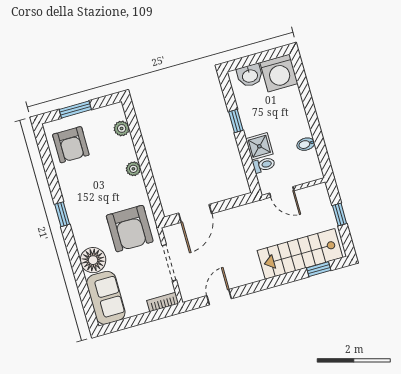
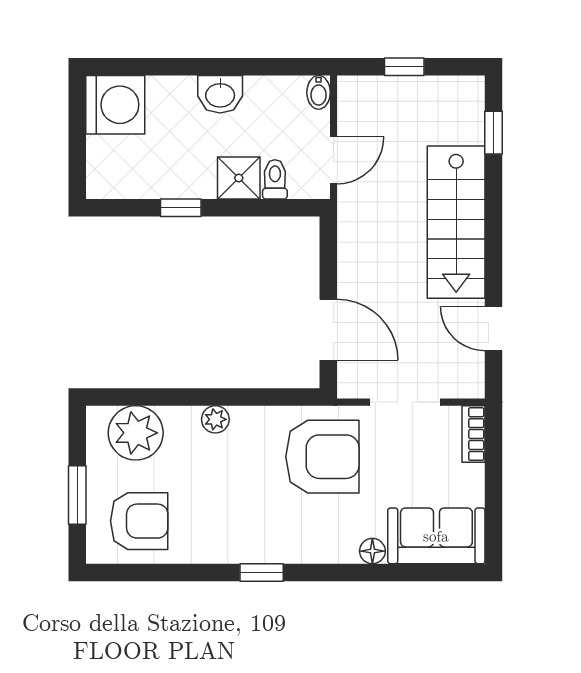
washbasin: (250, 75) -> (220, 94), moved, turned 90
plant: (122, 128) -> (136, 433), width x1.88, depth x1.88
bidet: (306, 144) -> (319, 92), moved
stairs: (300, 254) -> (456, 222), moved
floor lamp: (93, 260) -> (372, 551), width x0.53, depth x0.53

